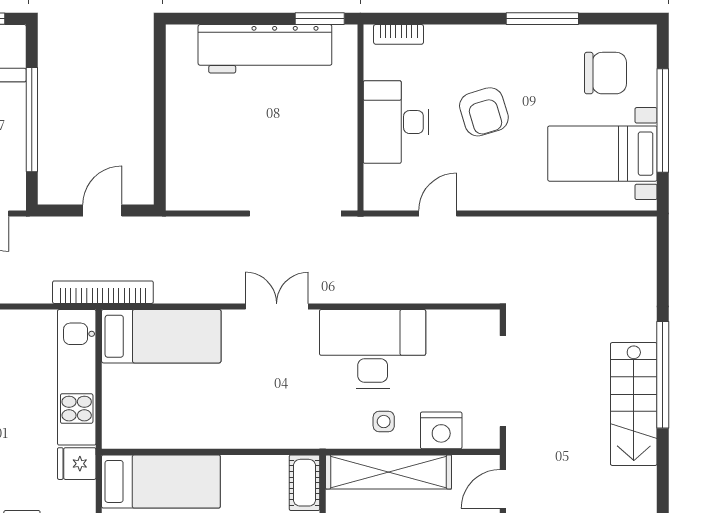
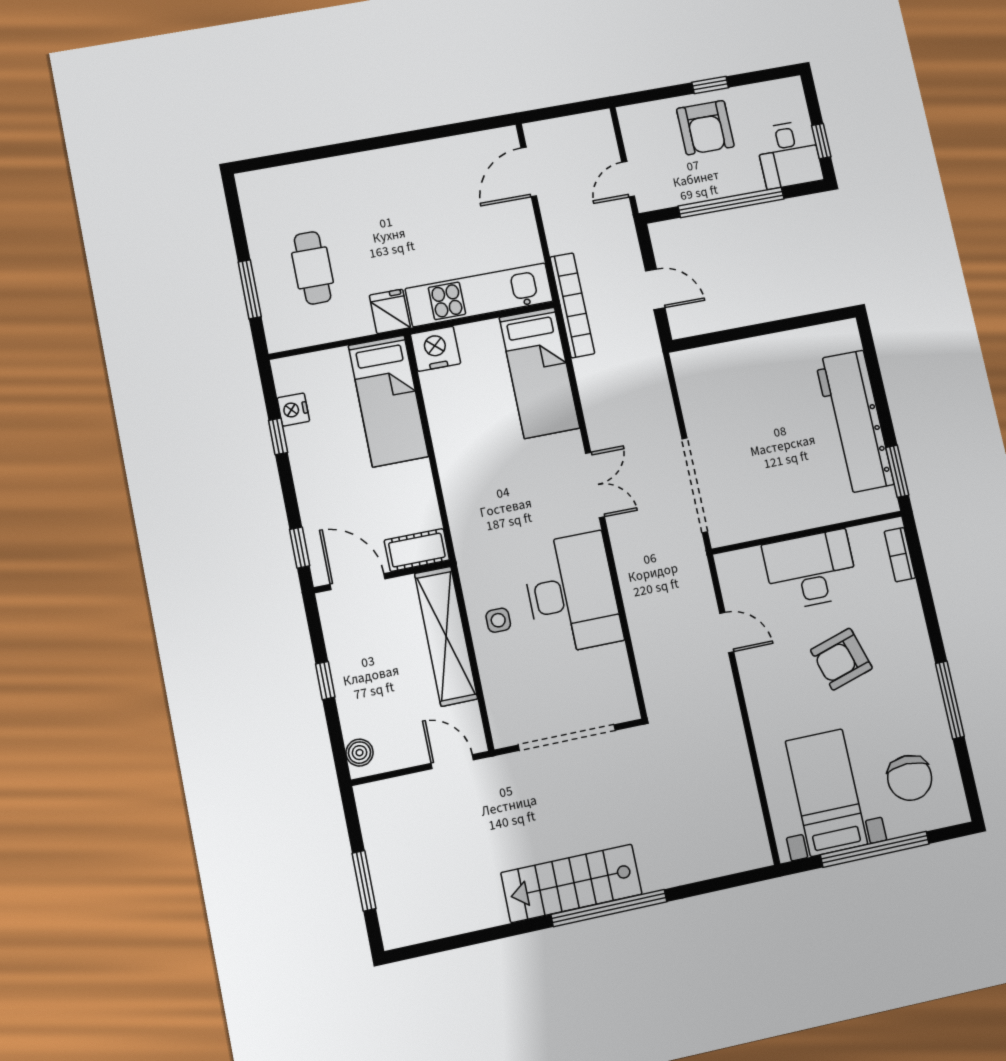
nightstand: (441, 430) -> (435, 349), moved, turned 90

